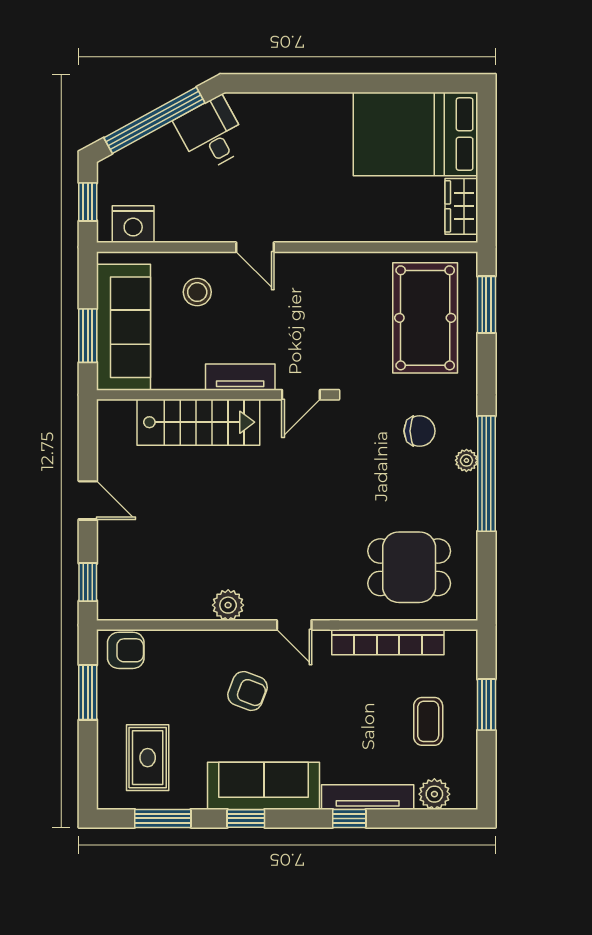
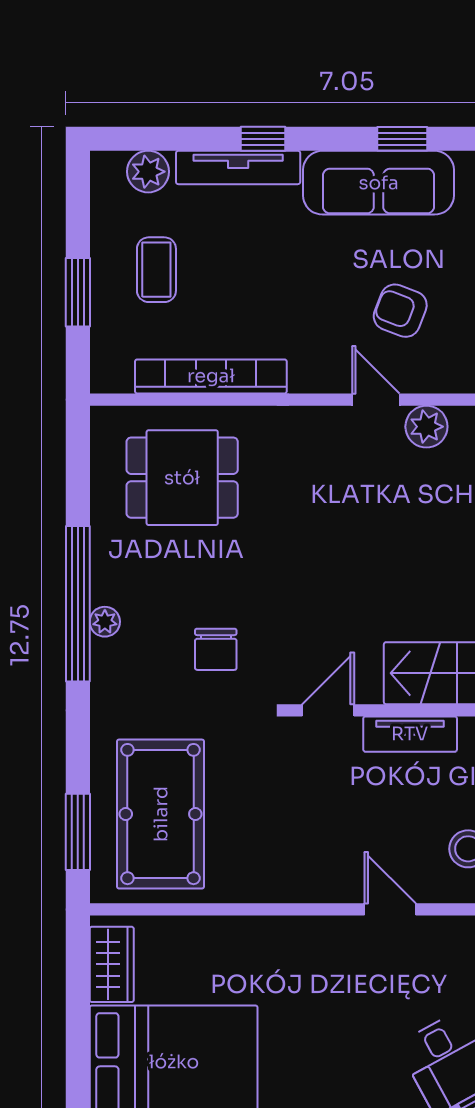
chair: (420, 431) -> (216, 649), moved, turned -90
door: (294, 625) -> (376, 400), moved

